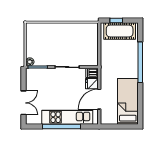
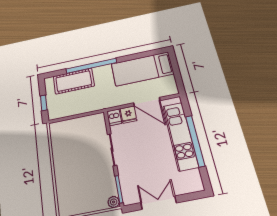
cot: (120, 31) -> (74, 81), moved, turned 90
double door: (23, 103) -> (158, 203), moved

